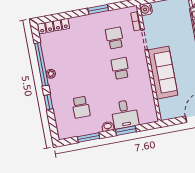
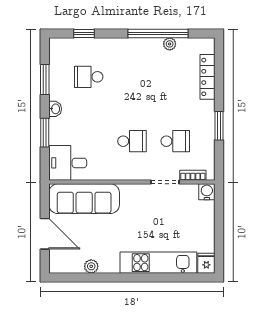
locker: (54, 26) -> (207, 77), moved
sofa: (163, 73) -> (84, 199), moved
plant: (51, 74) -> (170, 44), moved
window: (48, 102) -> (84, 33), moved
desk: (125, 114) -> (68, 163), moved

